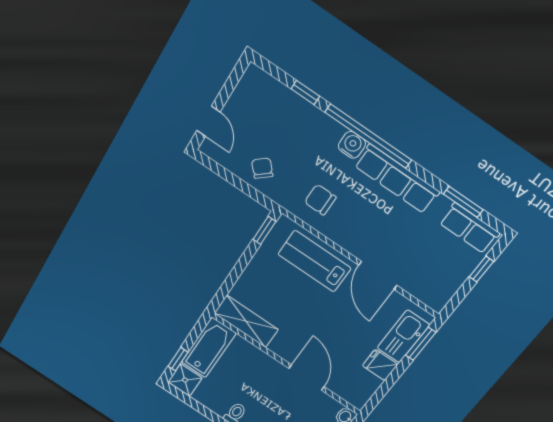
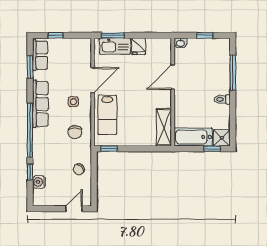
water cooler: (352, 145) -> (39, 182), moved
side table: (366, 228) -> (73, 102), added

